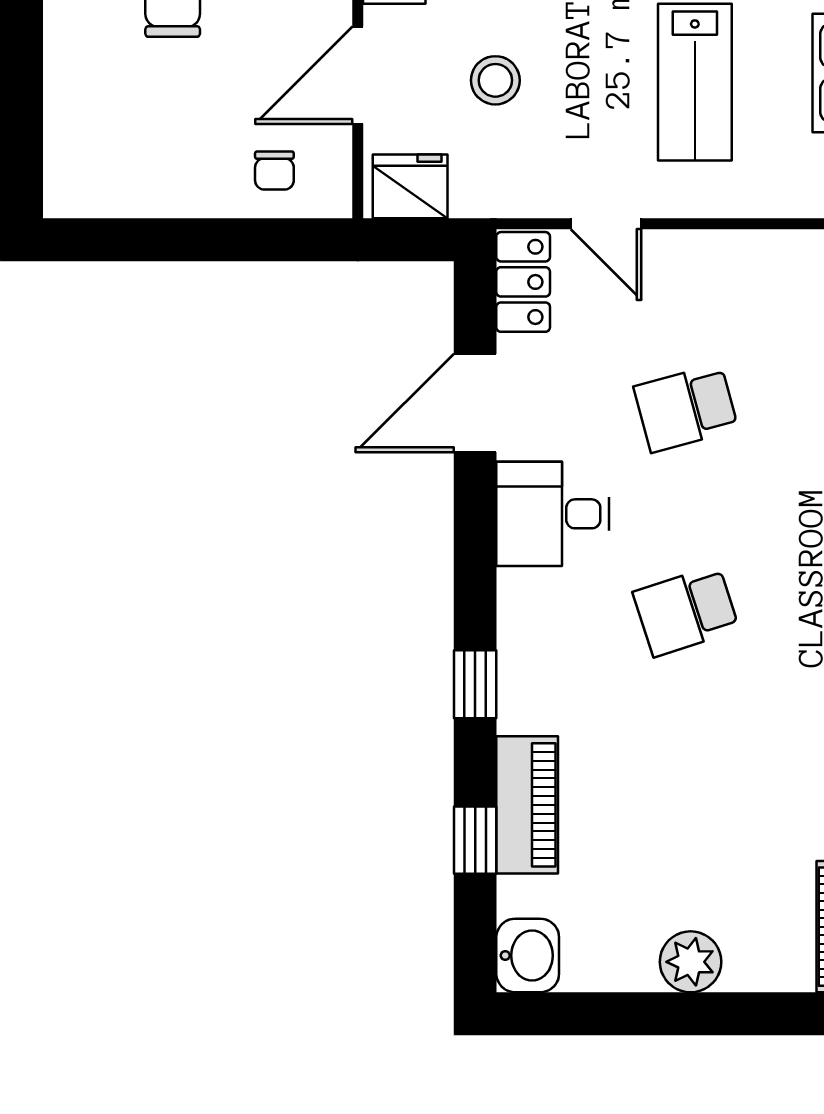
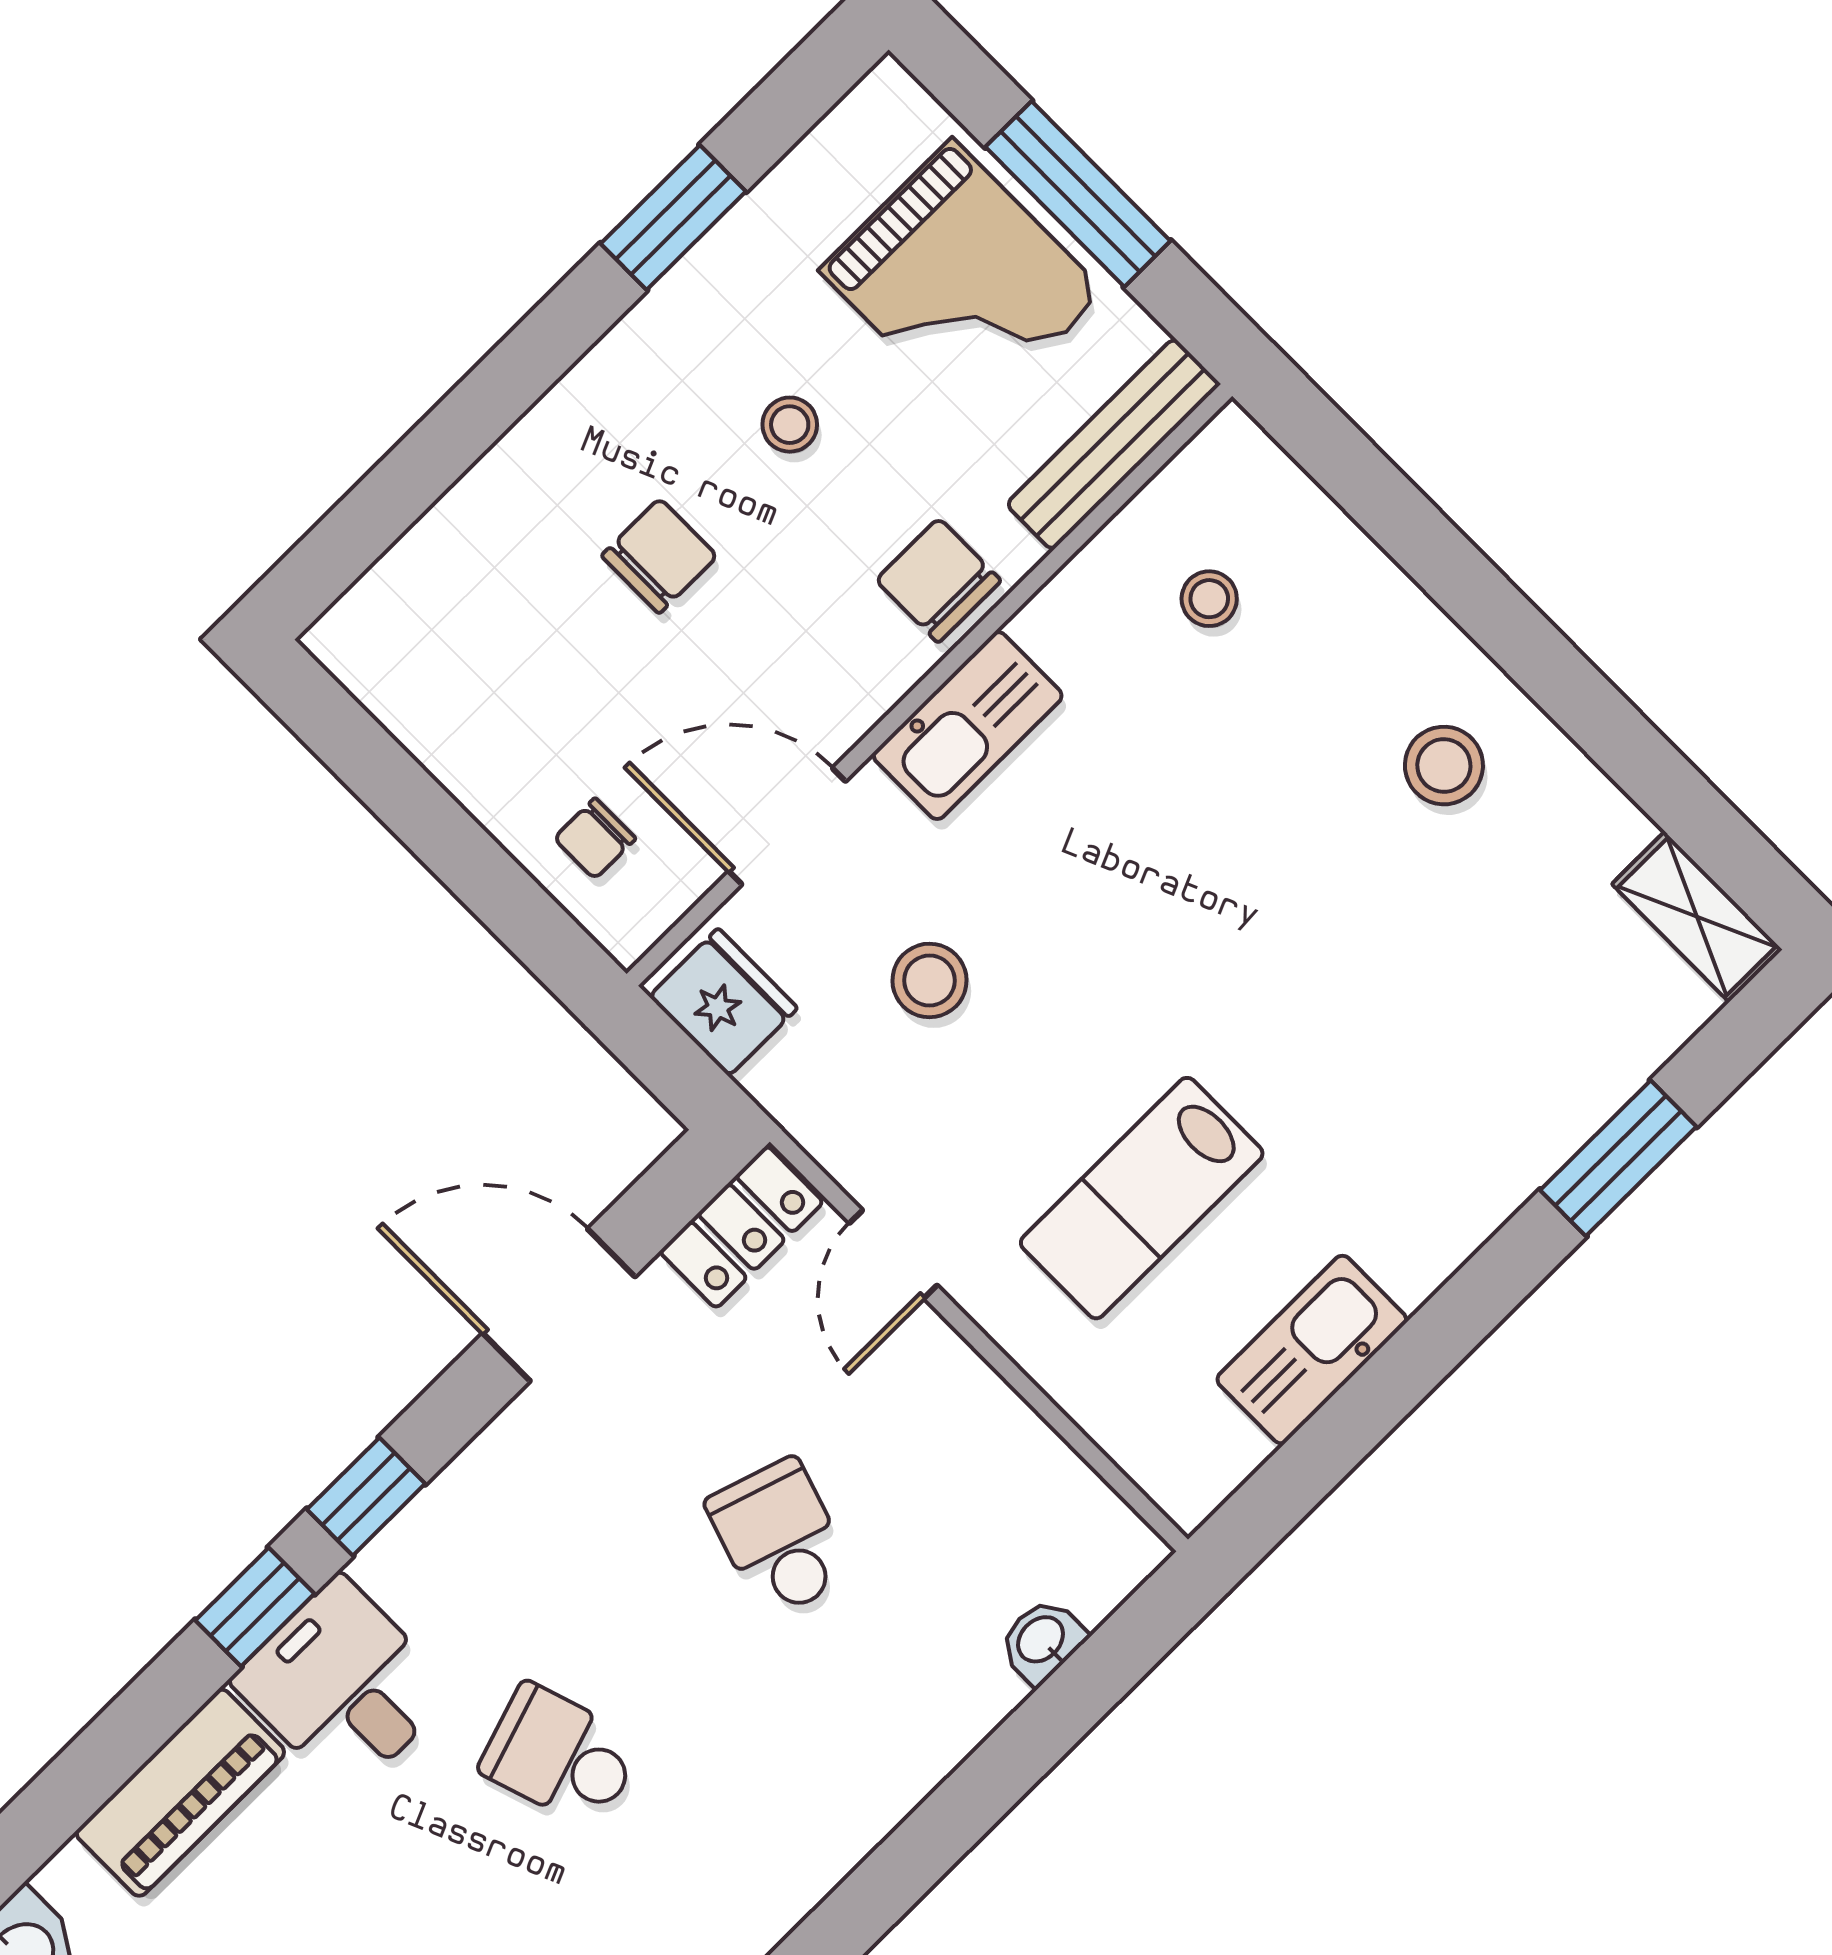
school desk: (686, 408) -> (780, 1538), turned 33
desk: (553, 514) -> (343, 1686), moved
window: (475, 840) -> (366, 1497), moved

